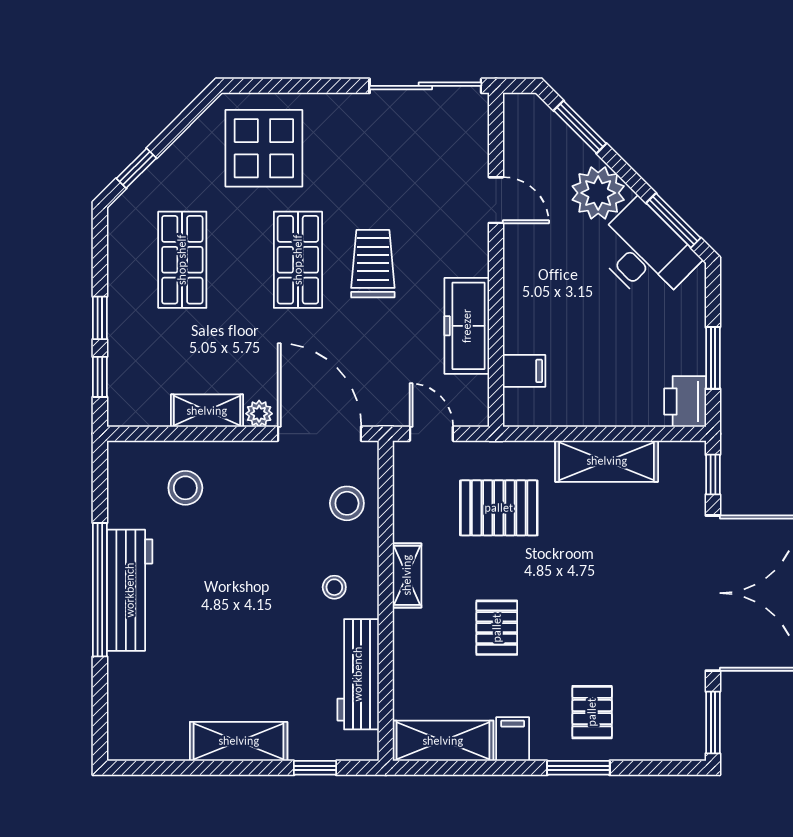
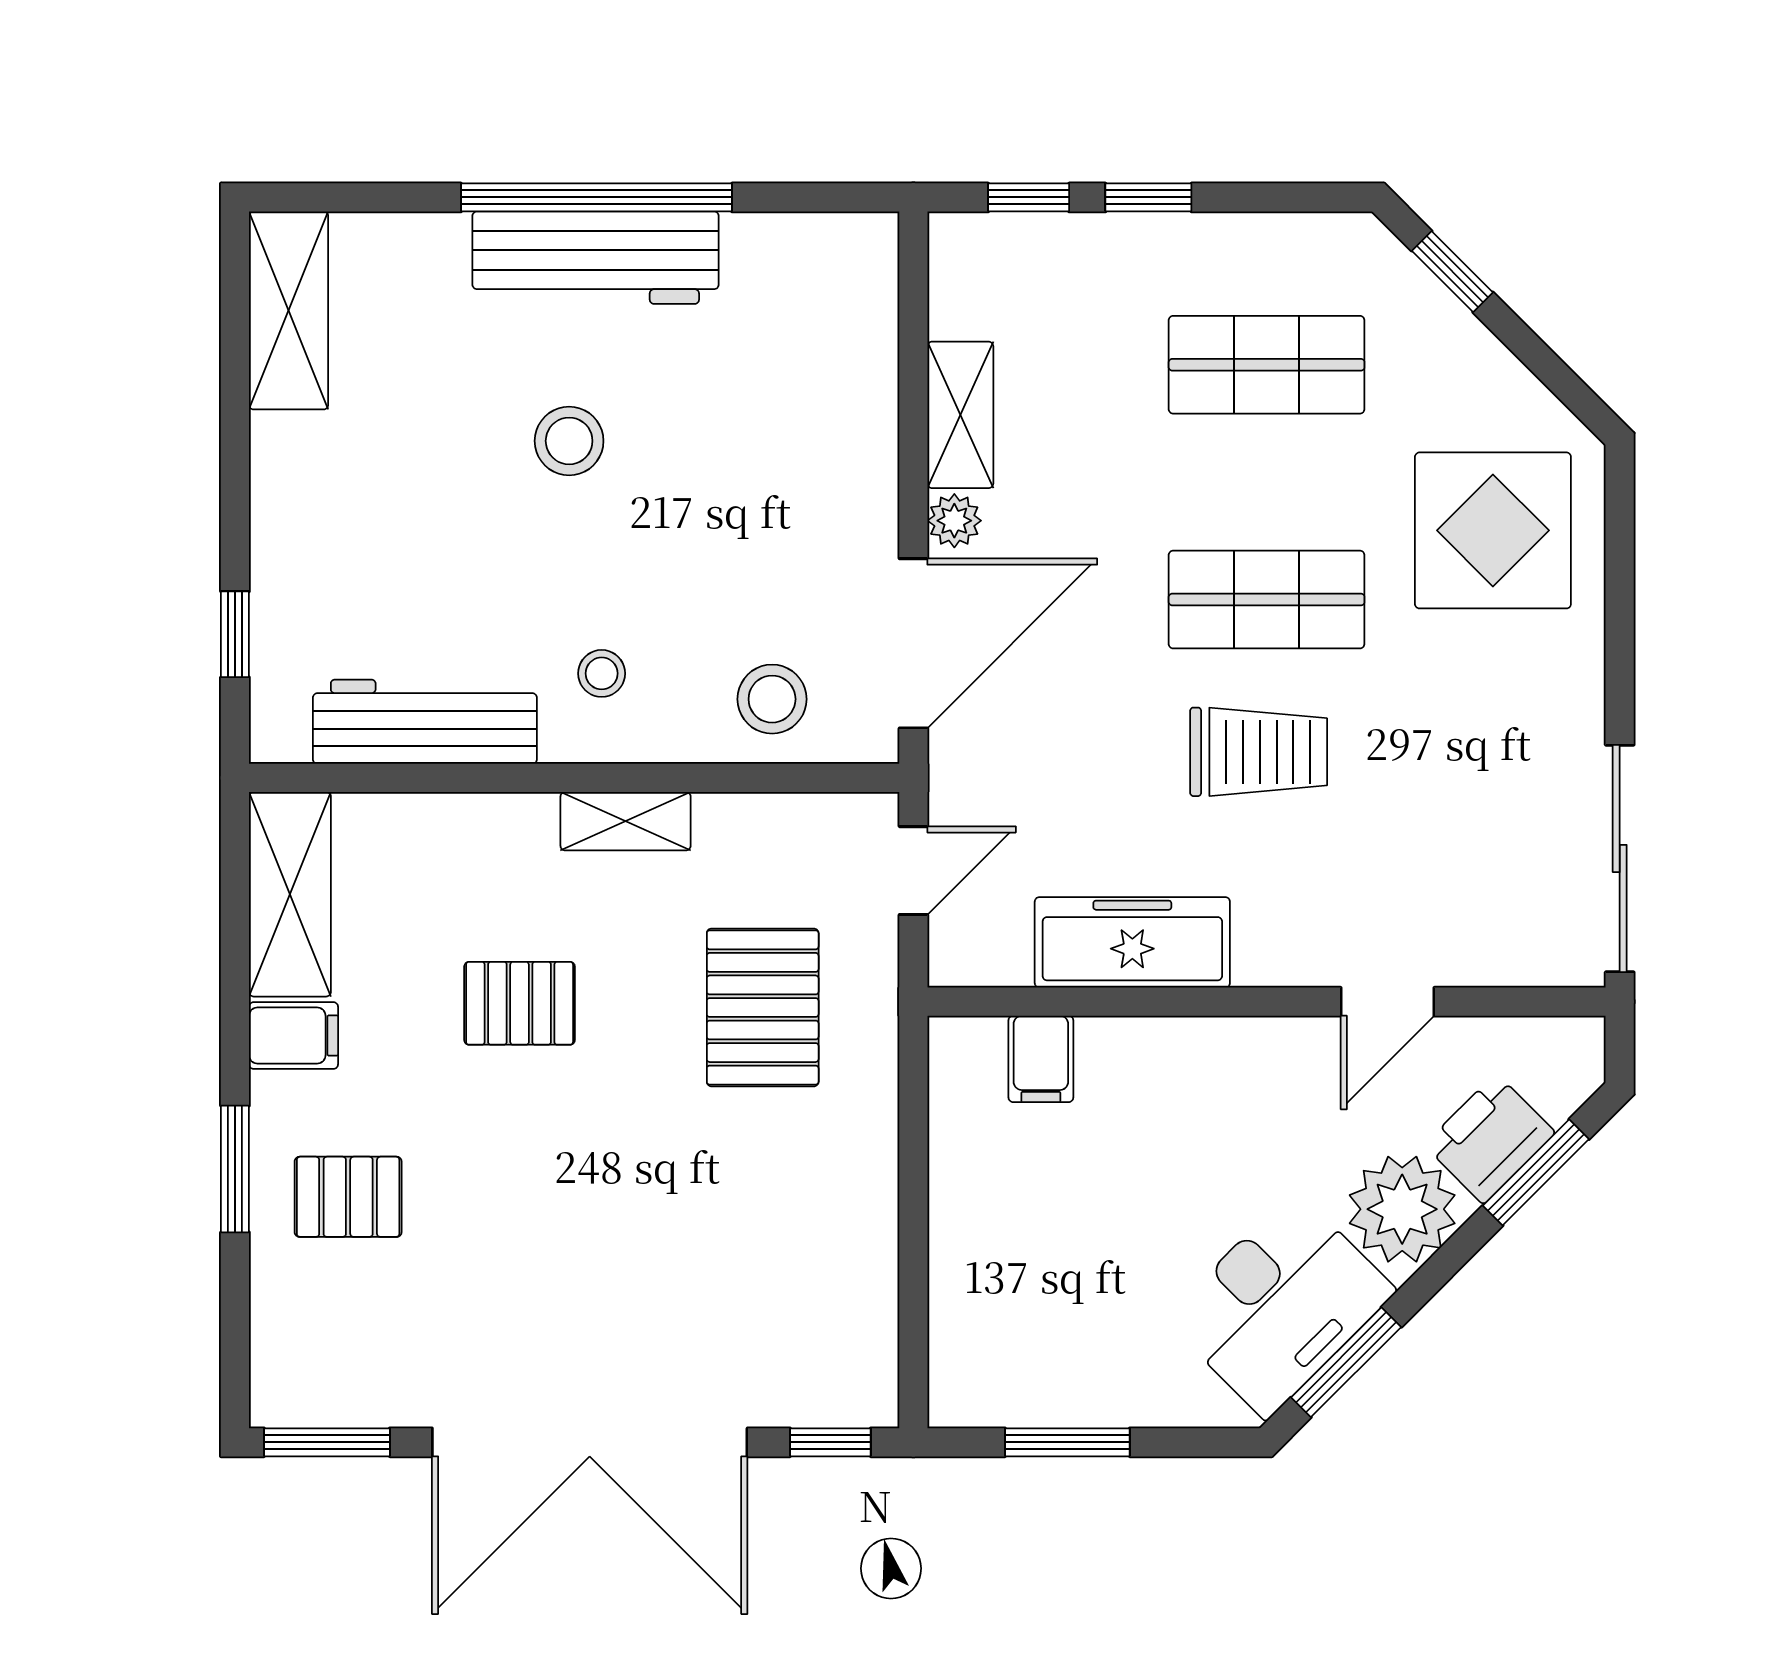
printer: (685, 401) -> (1490, 1139), moved, turned -45
shelving: (607, 461) -> (858, 1226), removed
stool: (185, 488) -> (569, 441), moved
shelving: (239, 741) -> (289, 310), moved

